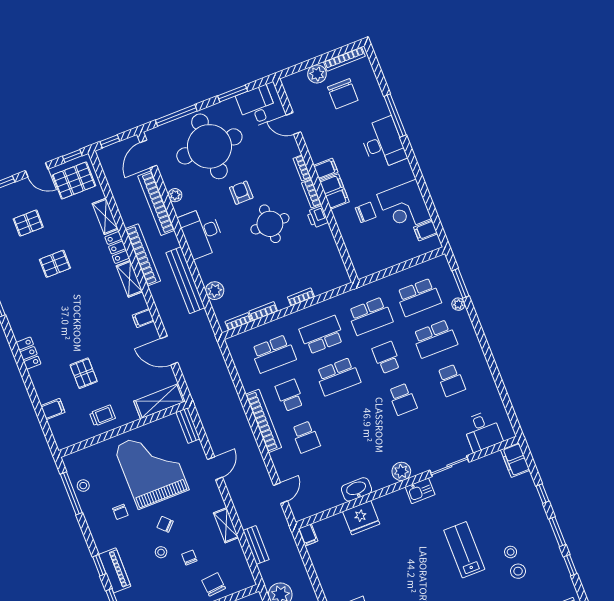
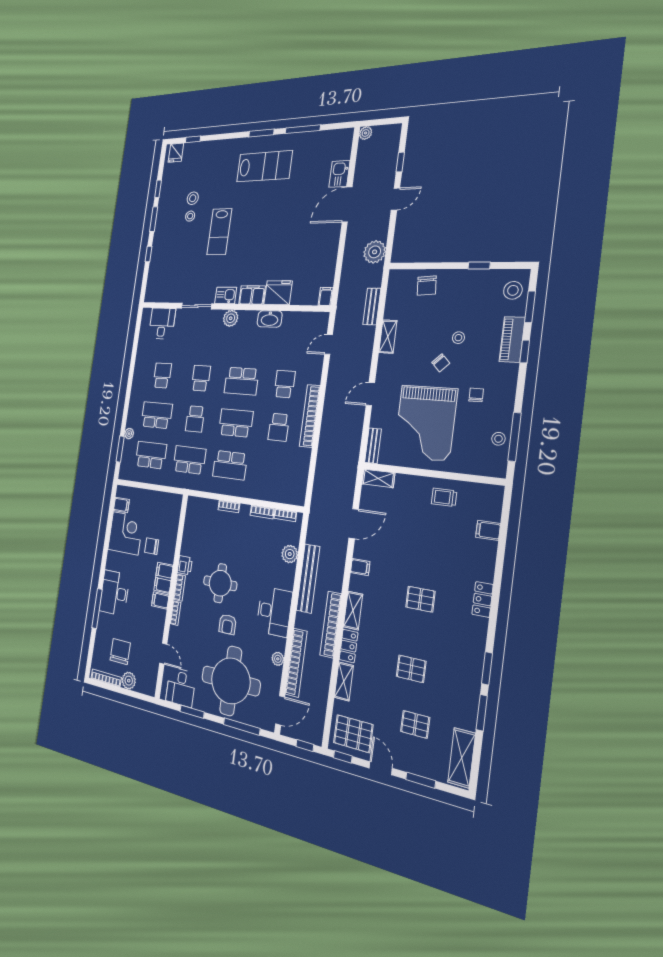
door: (169, 351) -> (354, 524), hinge flipped
school desk: (273, 354) -> (241, 381), moved, turned 180
pallet: (84, 373) -> (420, 599), moved, turned 90
shelving: (160, 401) -> (378, 478), width x0.67, depth x0.75
filing cabinet: (515, 460) -> (252, 295), moved, turned -90
chair: (189, 558) -> (435, 321), removed

